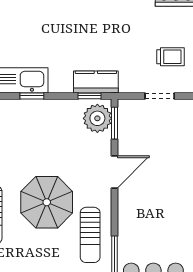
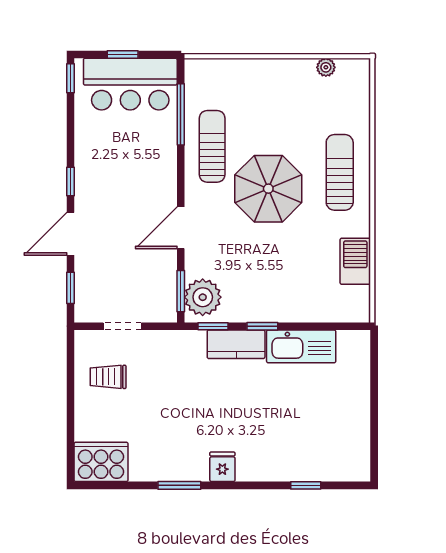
kitchen counter: (96, 82) -> (236, 344), moved
window: (32, 96) -> (262, 326), moved

